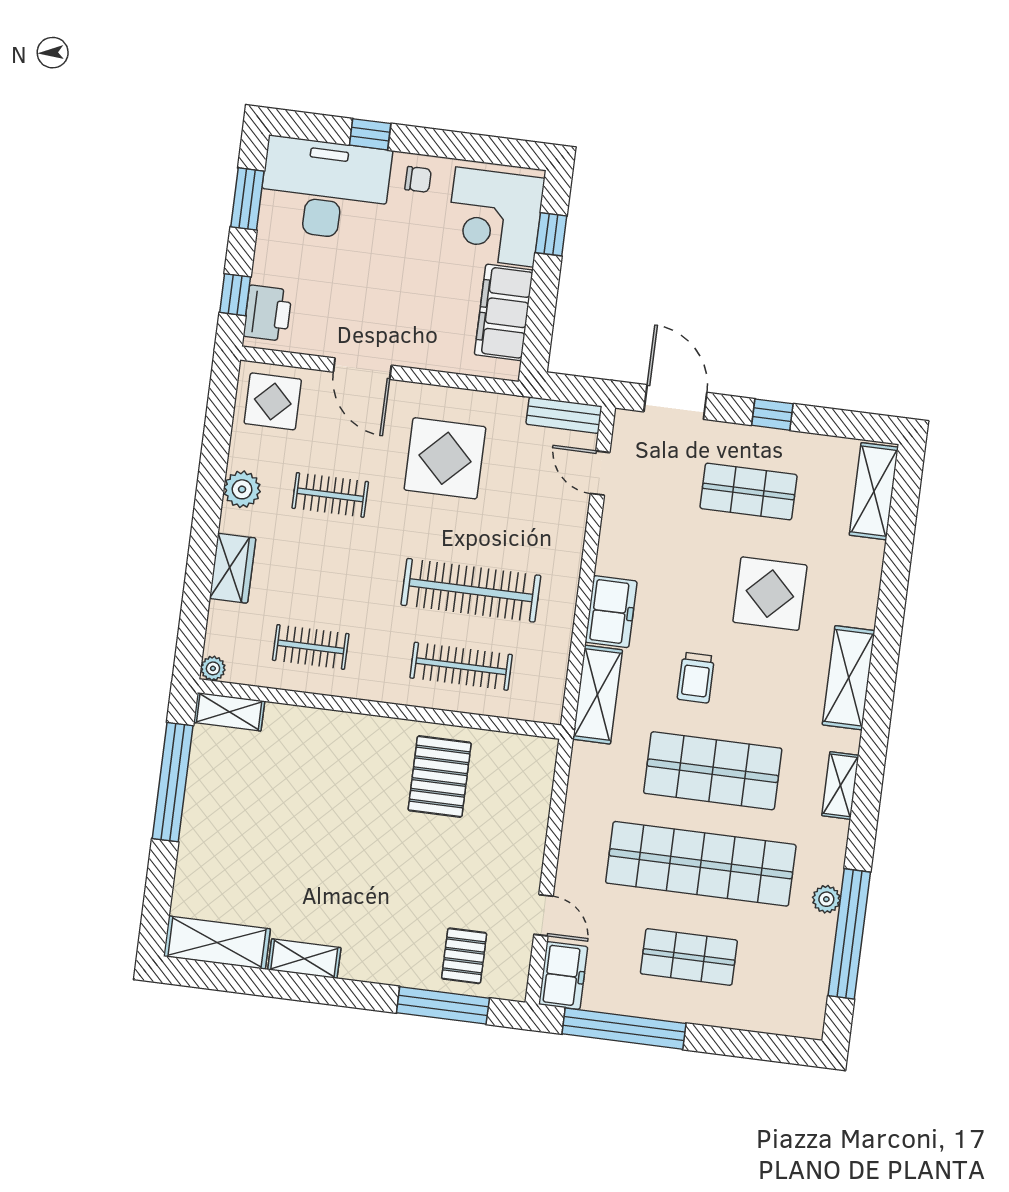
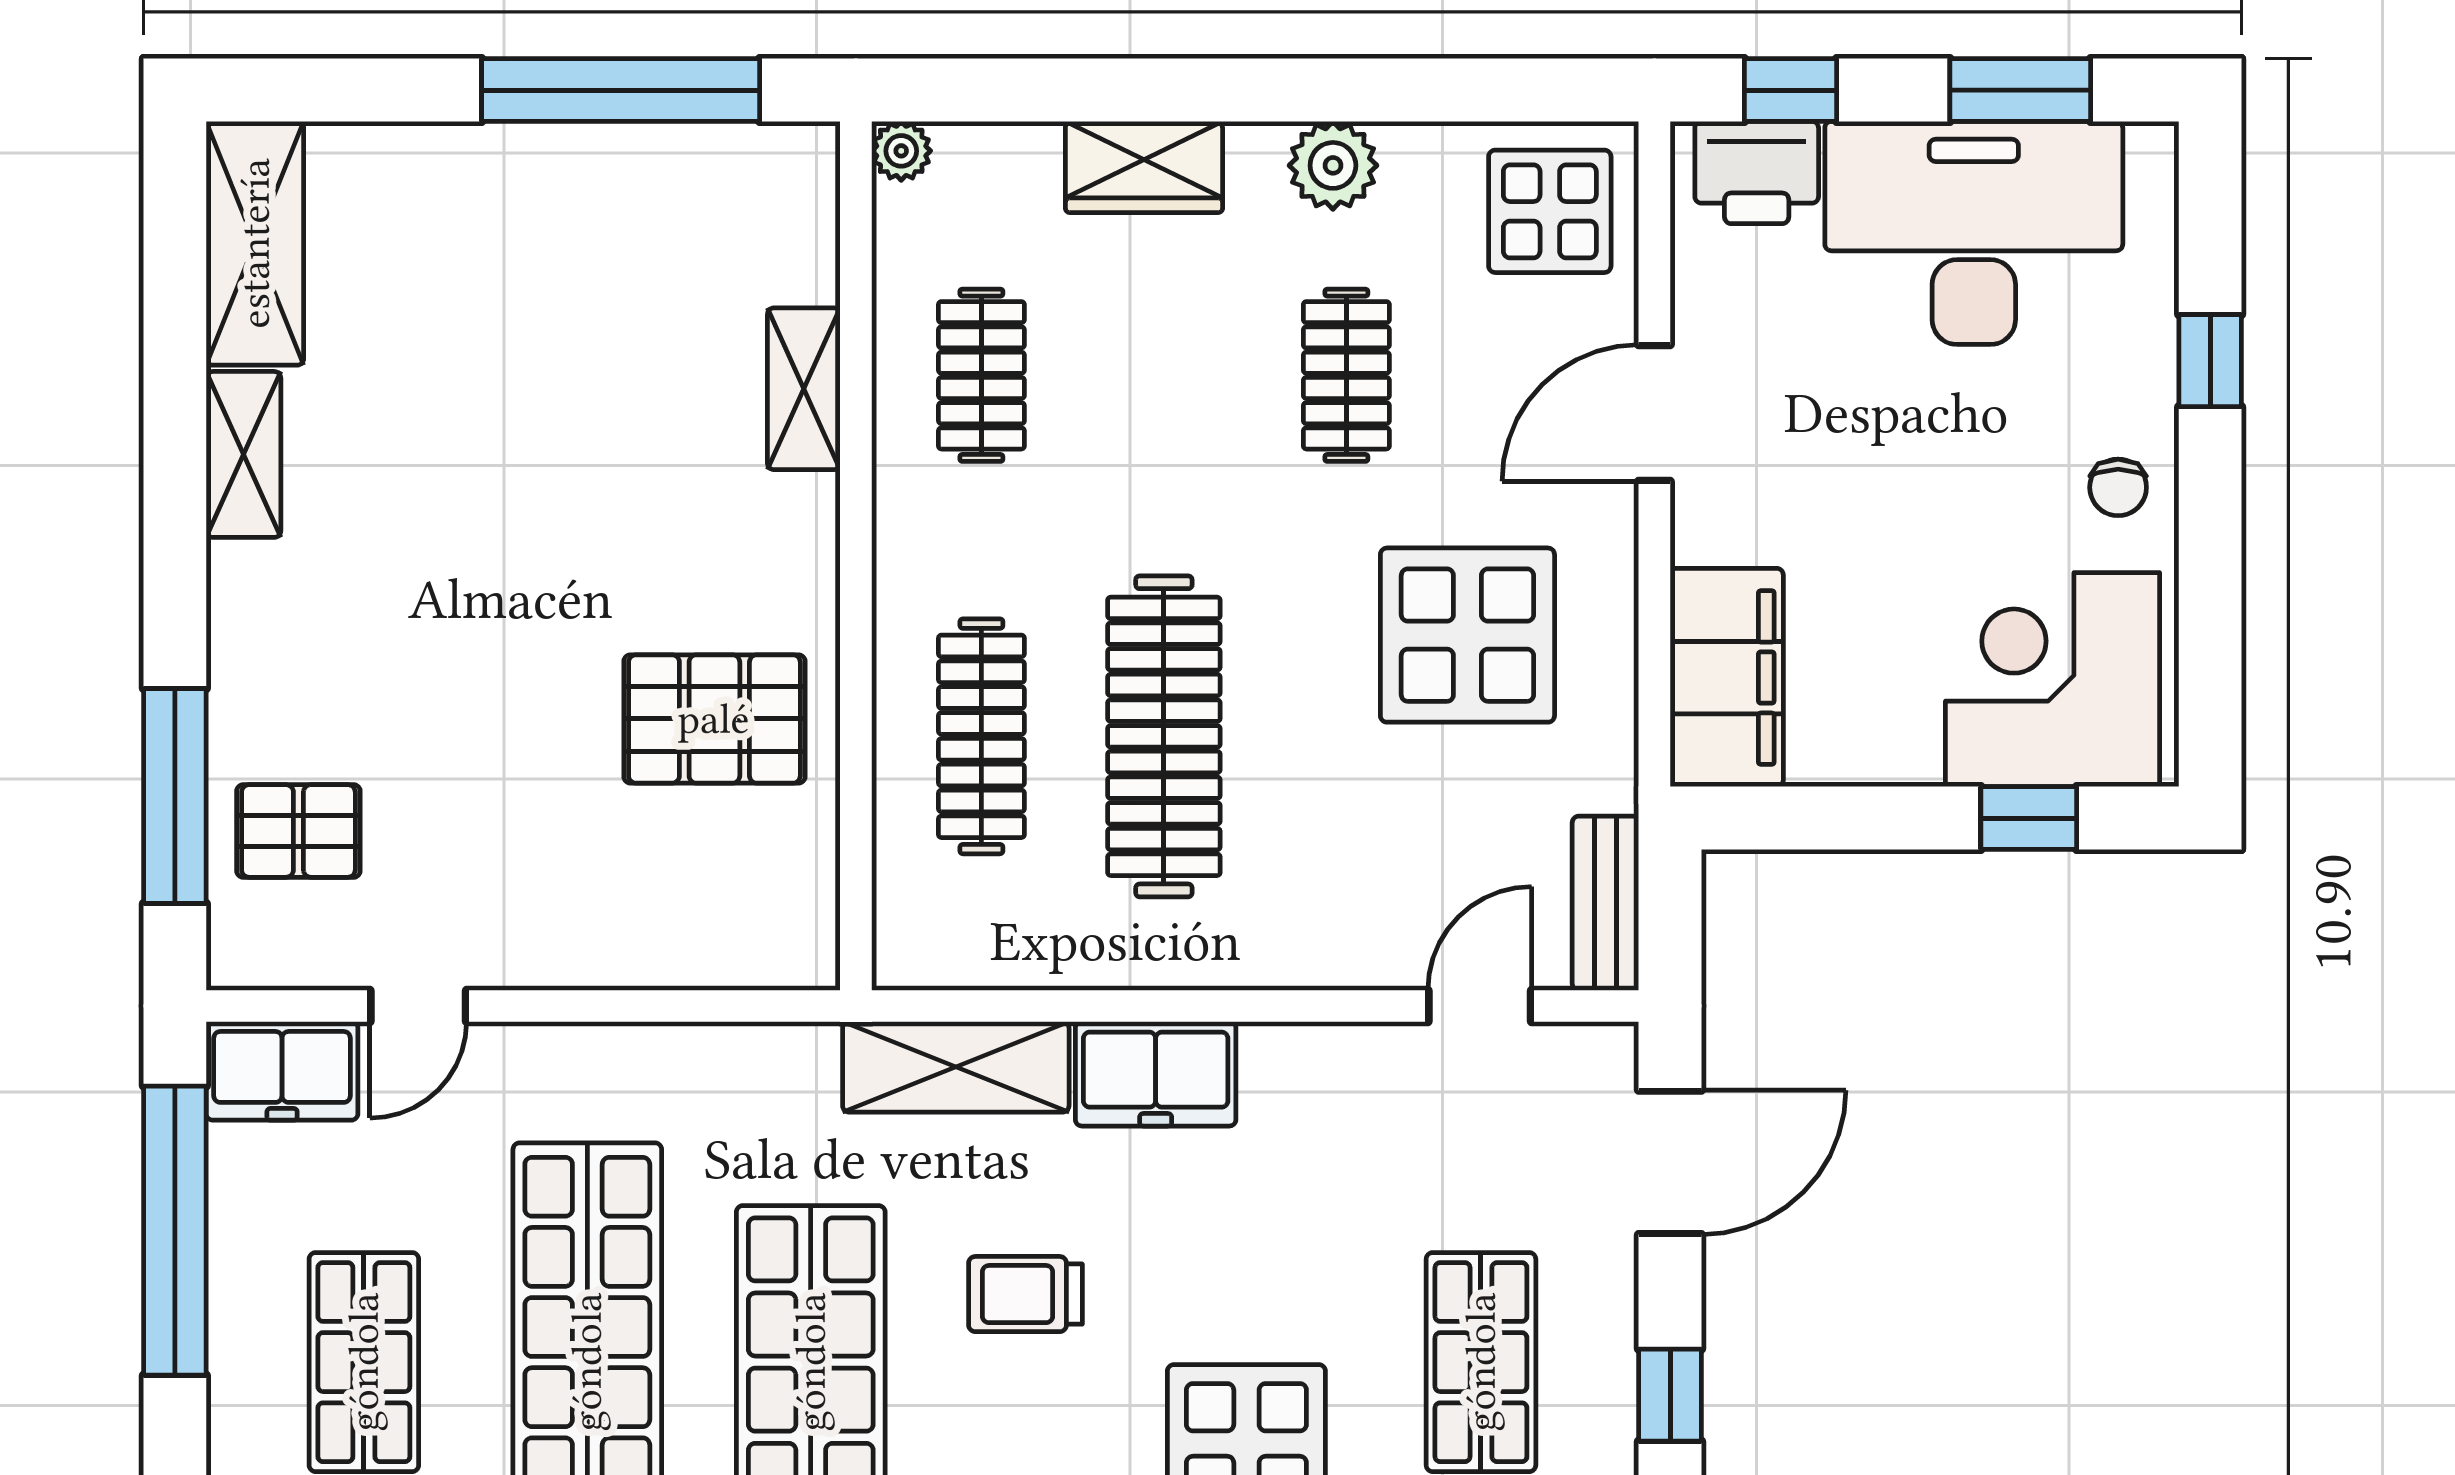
desk: (325, 189) -> (1974, 233), moved, turned -90
filing cabinet: (504, 312) -> (1727, 678), moved, turned 90
shelving: (229, 712) -> (804, 389), moved

